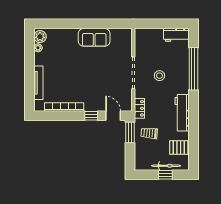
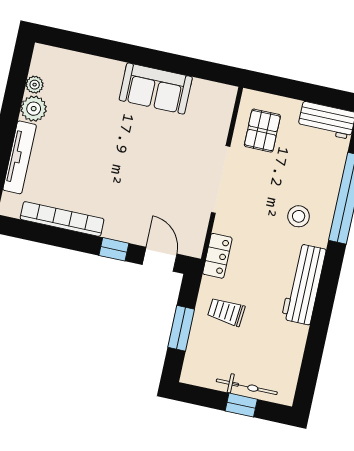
plant: (40, 37) -> (34, 109), moved
stool: (159, 76) -> (299, 216), moved
window: (130, 132) -> (181, 328), moved
pallet: (179, 147) -> (262, 131), moved, turned 90

